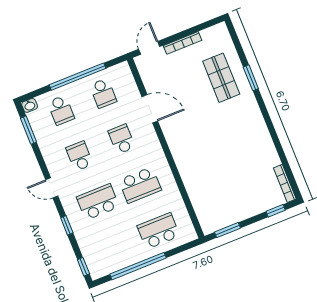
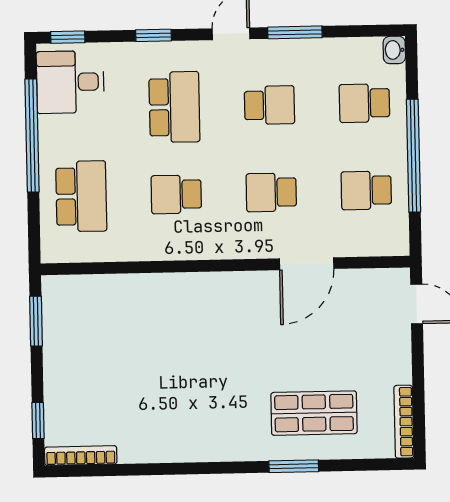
bookcase: (182, 43) -> (404, 422), moved
window: (29, 130) -> (295, 32), moved
school desk: (122, 139) -> (271, 192), turned 180
school desk: (140, 185) -> (176, 194), width x0.54
desk: (105, 257) -> (70, 82), added

